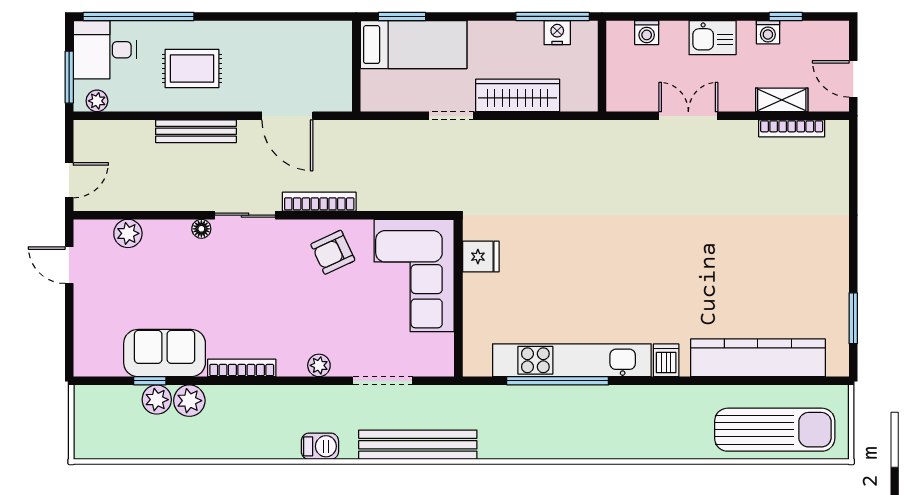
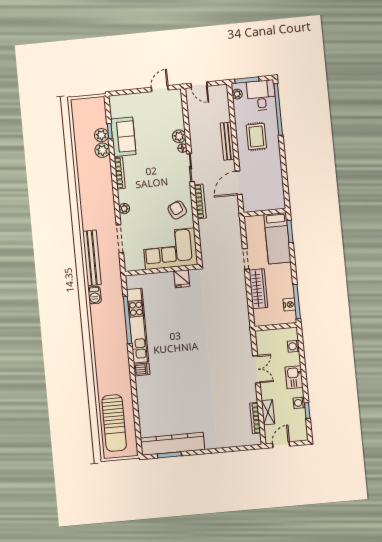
plant: (128, 233) -> (179, 136), moved
kitchen counter: (758, 358) -> (173, 444), moved, turned -90
barbecue: (320, 446) -> (95, 295), moved

